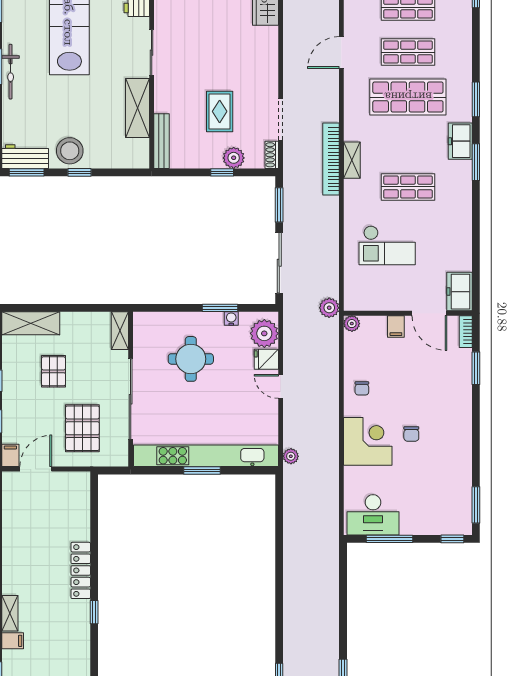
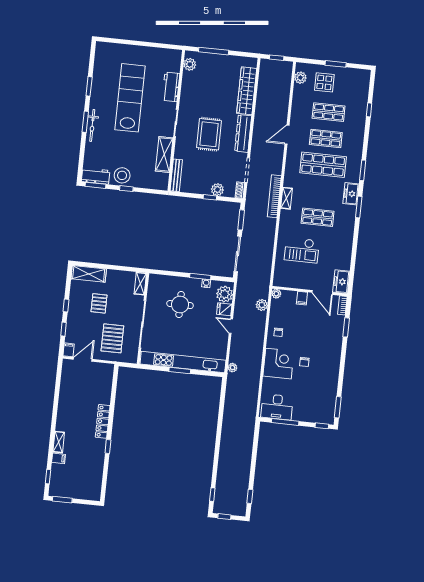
dresser: (267, 58) -> (243, 133), added
rug: (220, 111) -> (209, 134), moved, width x1.36, depth x1.43
plant: (329, 308) -> (262, 305), moved

